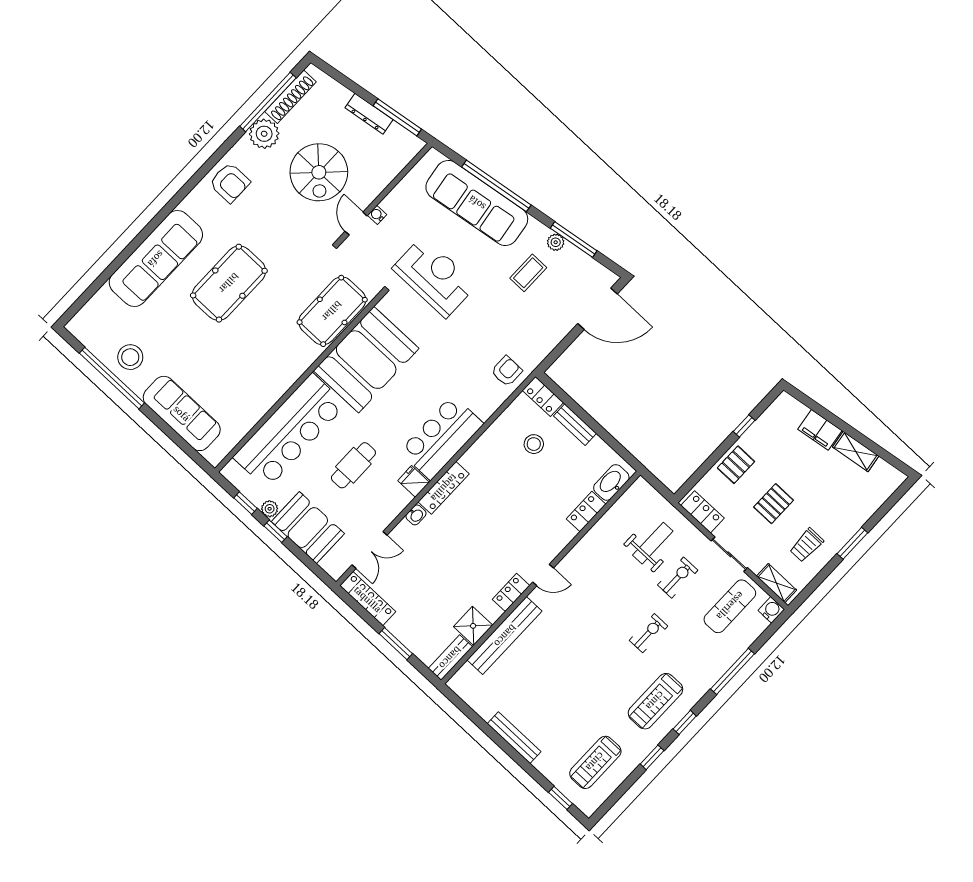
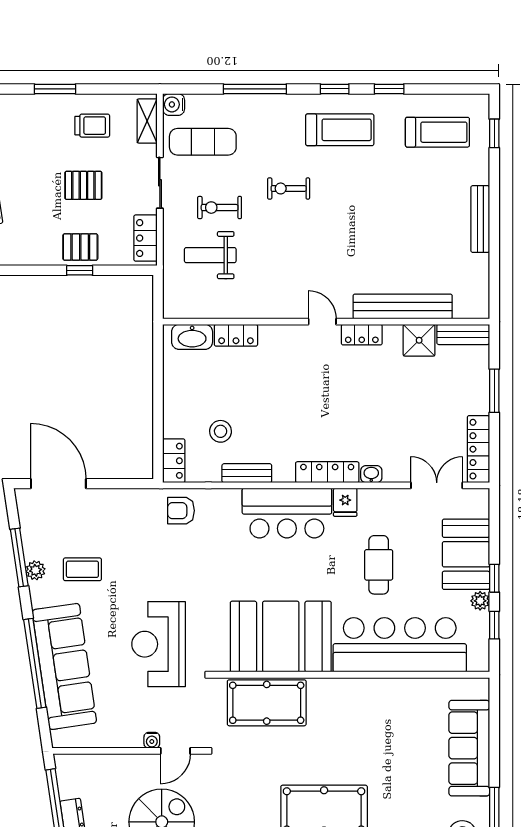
bench: (575, 425) -> (247, 473), moved, turned 90
window: (744, 426) -> (80, 270), moved
cafe table: (353, 465) -> (379, 565), turned 90

